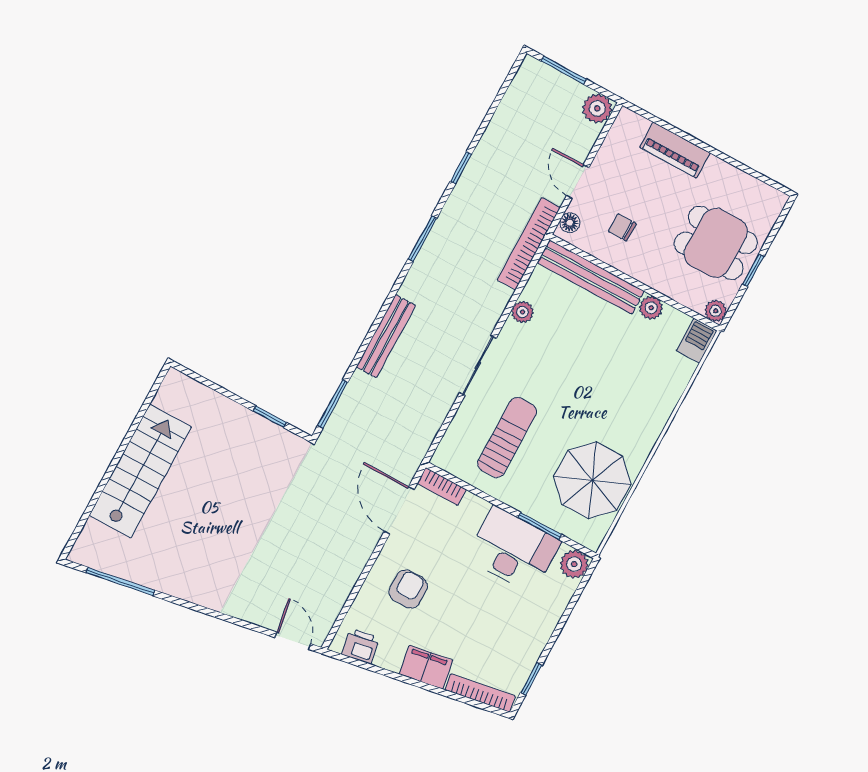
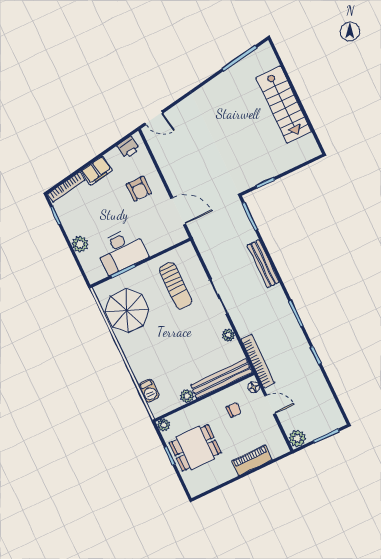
barbecue: (697, 341) -> (149, 391), moved
bookcase: (442, 486) -> (175, 239), removed
plant: (574, 564) -> (80, 244), moved

